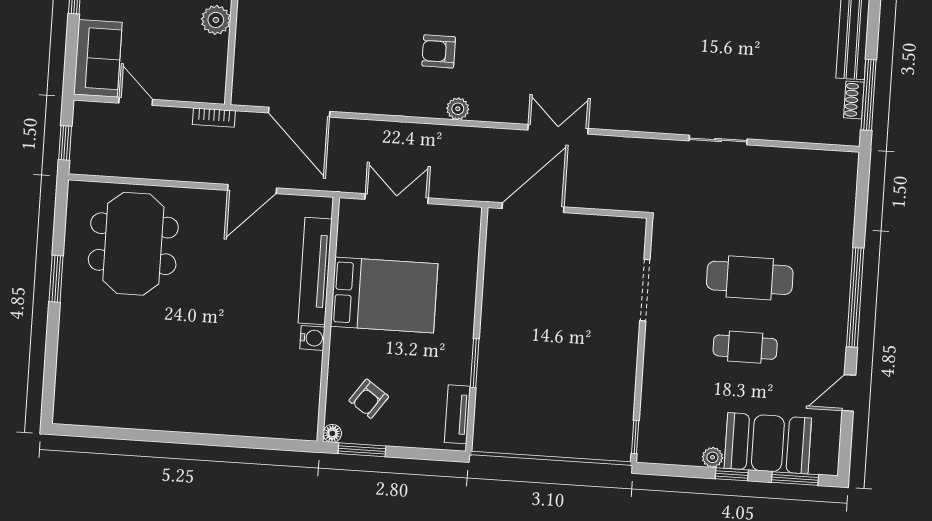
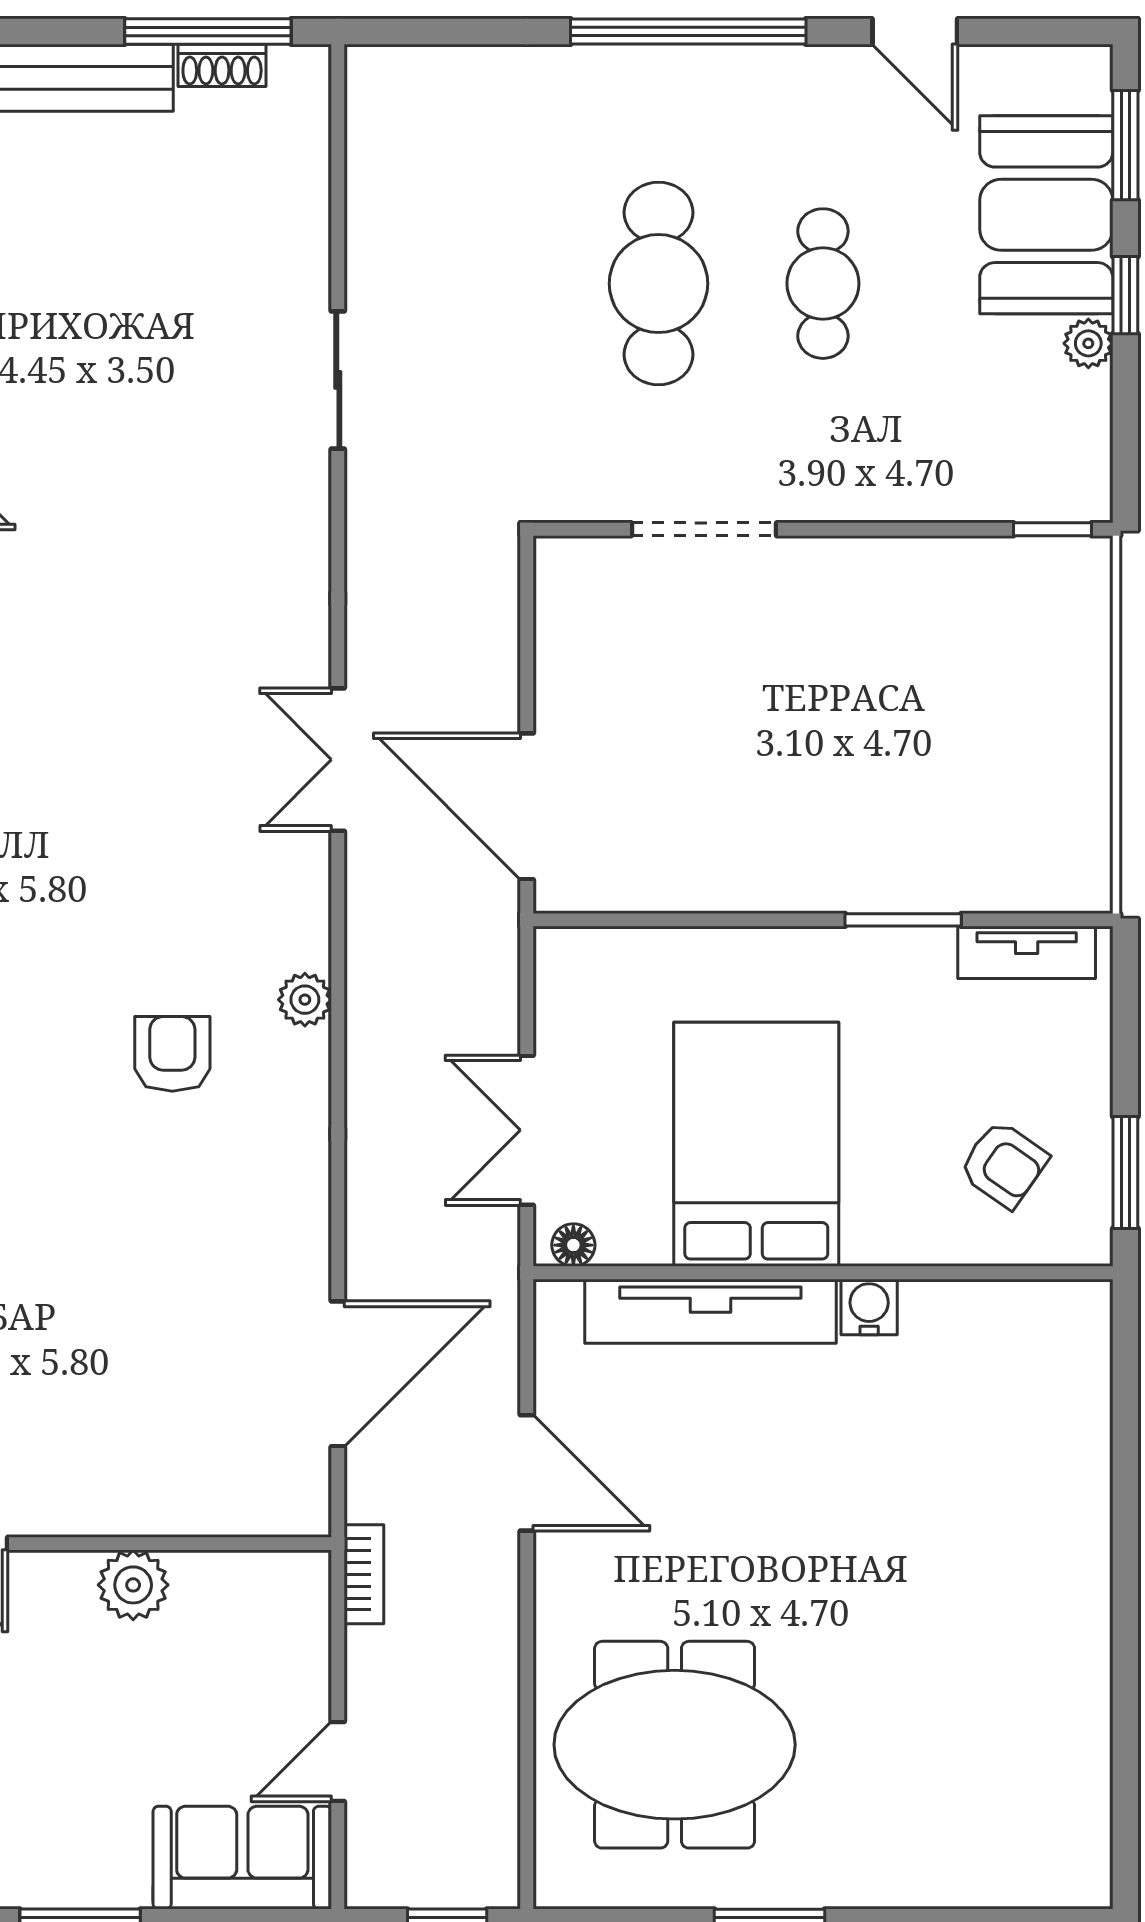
armchair: (439, 51) -> (172, 1054), turned 180
floor lamp: (332, 433) -> (573, 1245), moved

